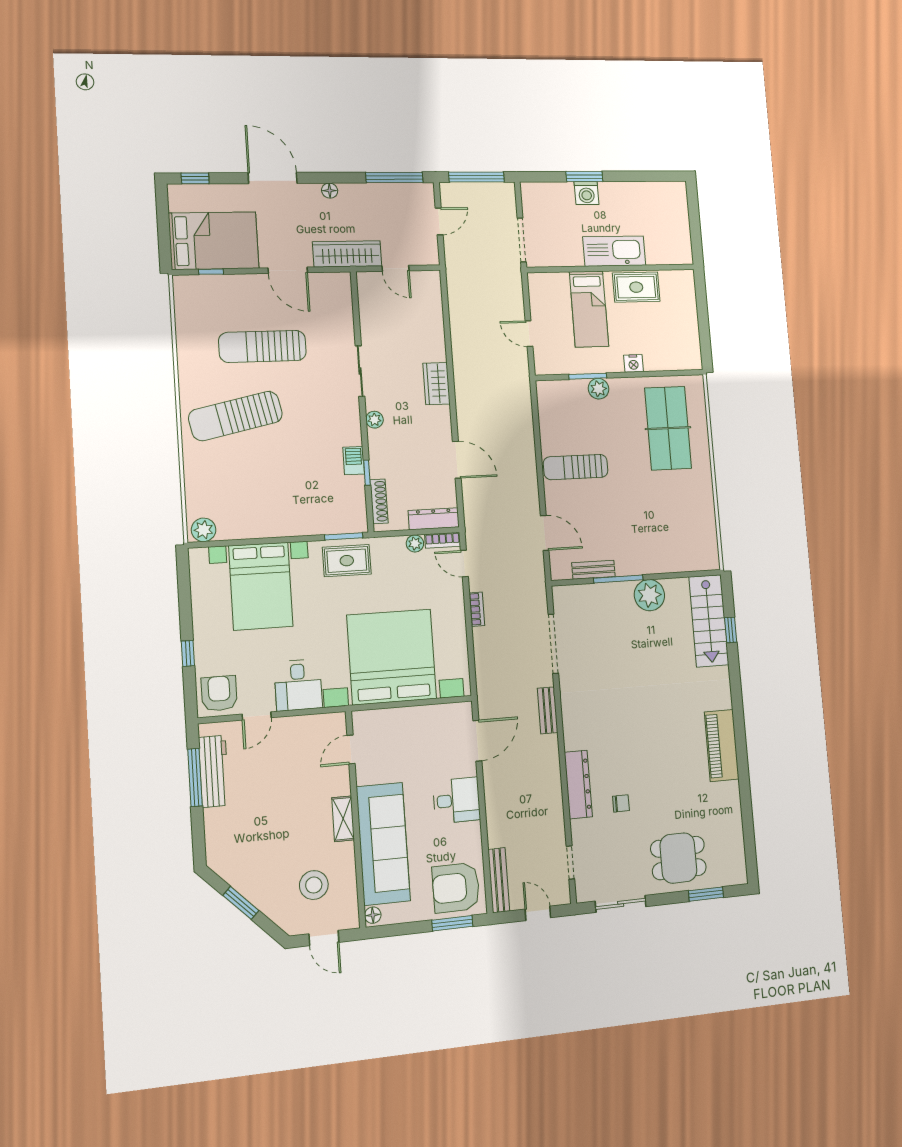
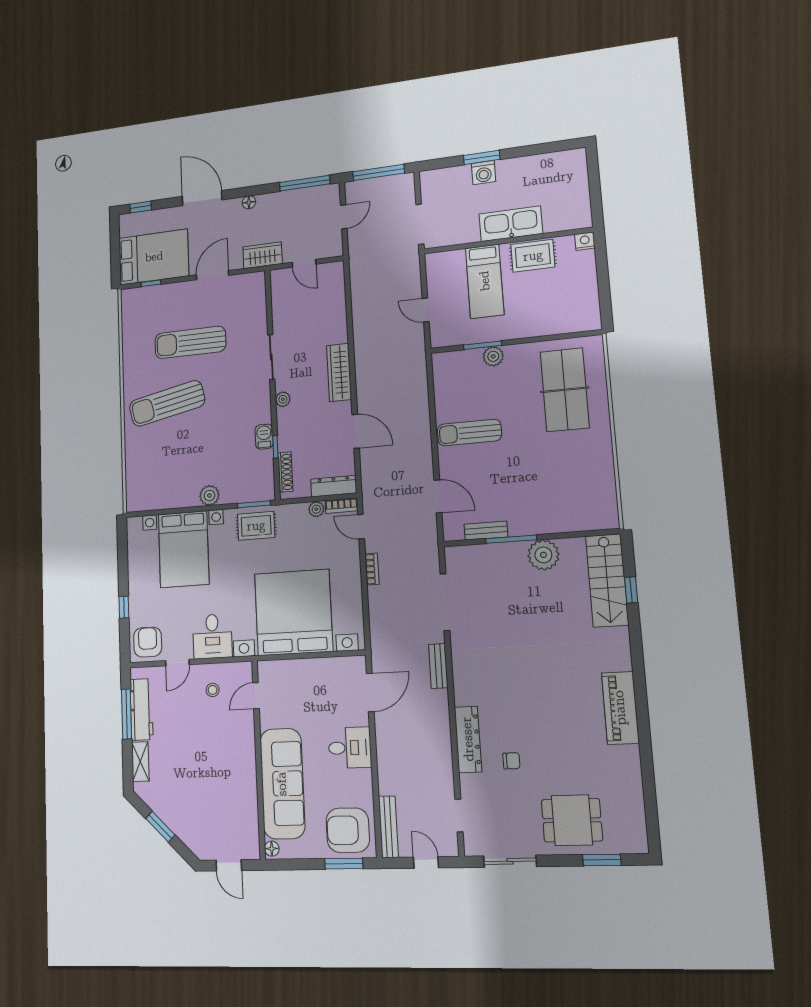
wardrobe: (347, 254) -> (263, 255), width x0.67
door: (288, 270) -> (212, 275), swing flipped
nightstand: (633, 363) -> (585, 241), moved, turned 180
wardrobe: (437, 384) -> (339, 372), width x1.50
plant: (204, 530) -> (209, 495), moved
shelving: (343, 819) -> (140, 762), moved
stool: (314, 885) -> (213, 690), moved, width x0.53, depth x0.53

